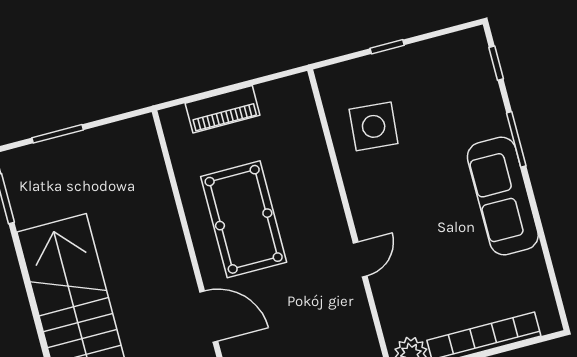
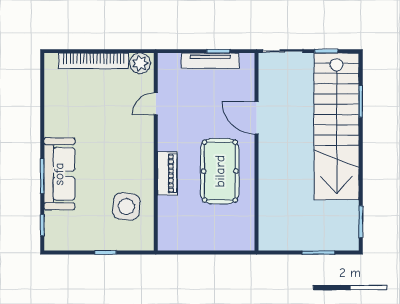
piano: (223, 109) -> (167, 173), moved, turned 90
sofa: (503, 196) -> (59, 174), moved
door: (360, 259) -> (156, 104), moved

